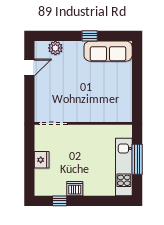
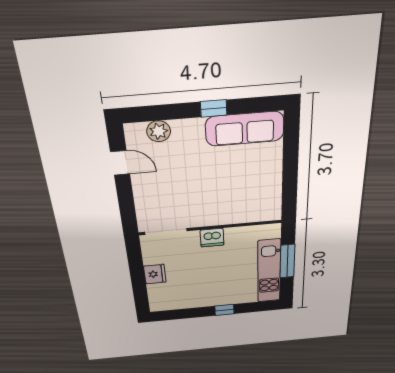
door: (29, 68) -> (120, 163), hinge flipped
dishwasher: (75, 189) -> (212, 238), moved, turned 180
window: (60, 201) -> (224, 310), moved

